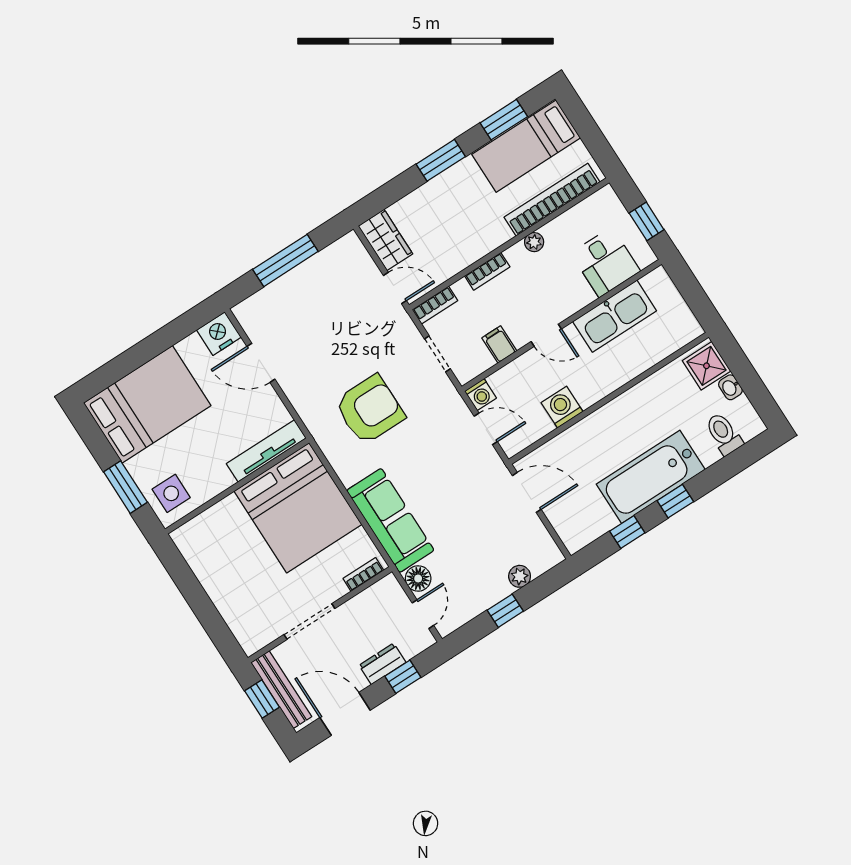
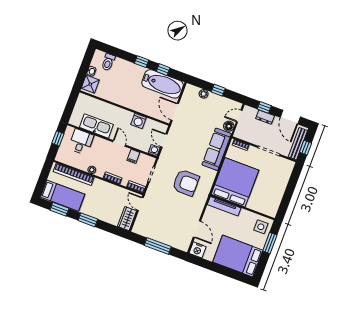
armchair: (370, 410) -> (186, 183), turned 180
bathtub: (651, 477) -> (162, 84), moved

